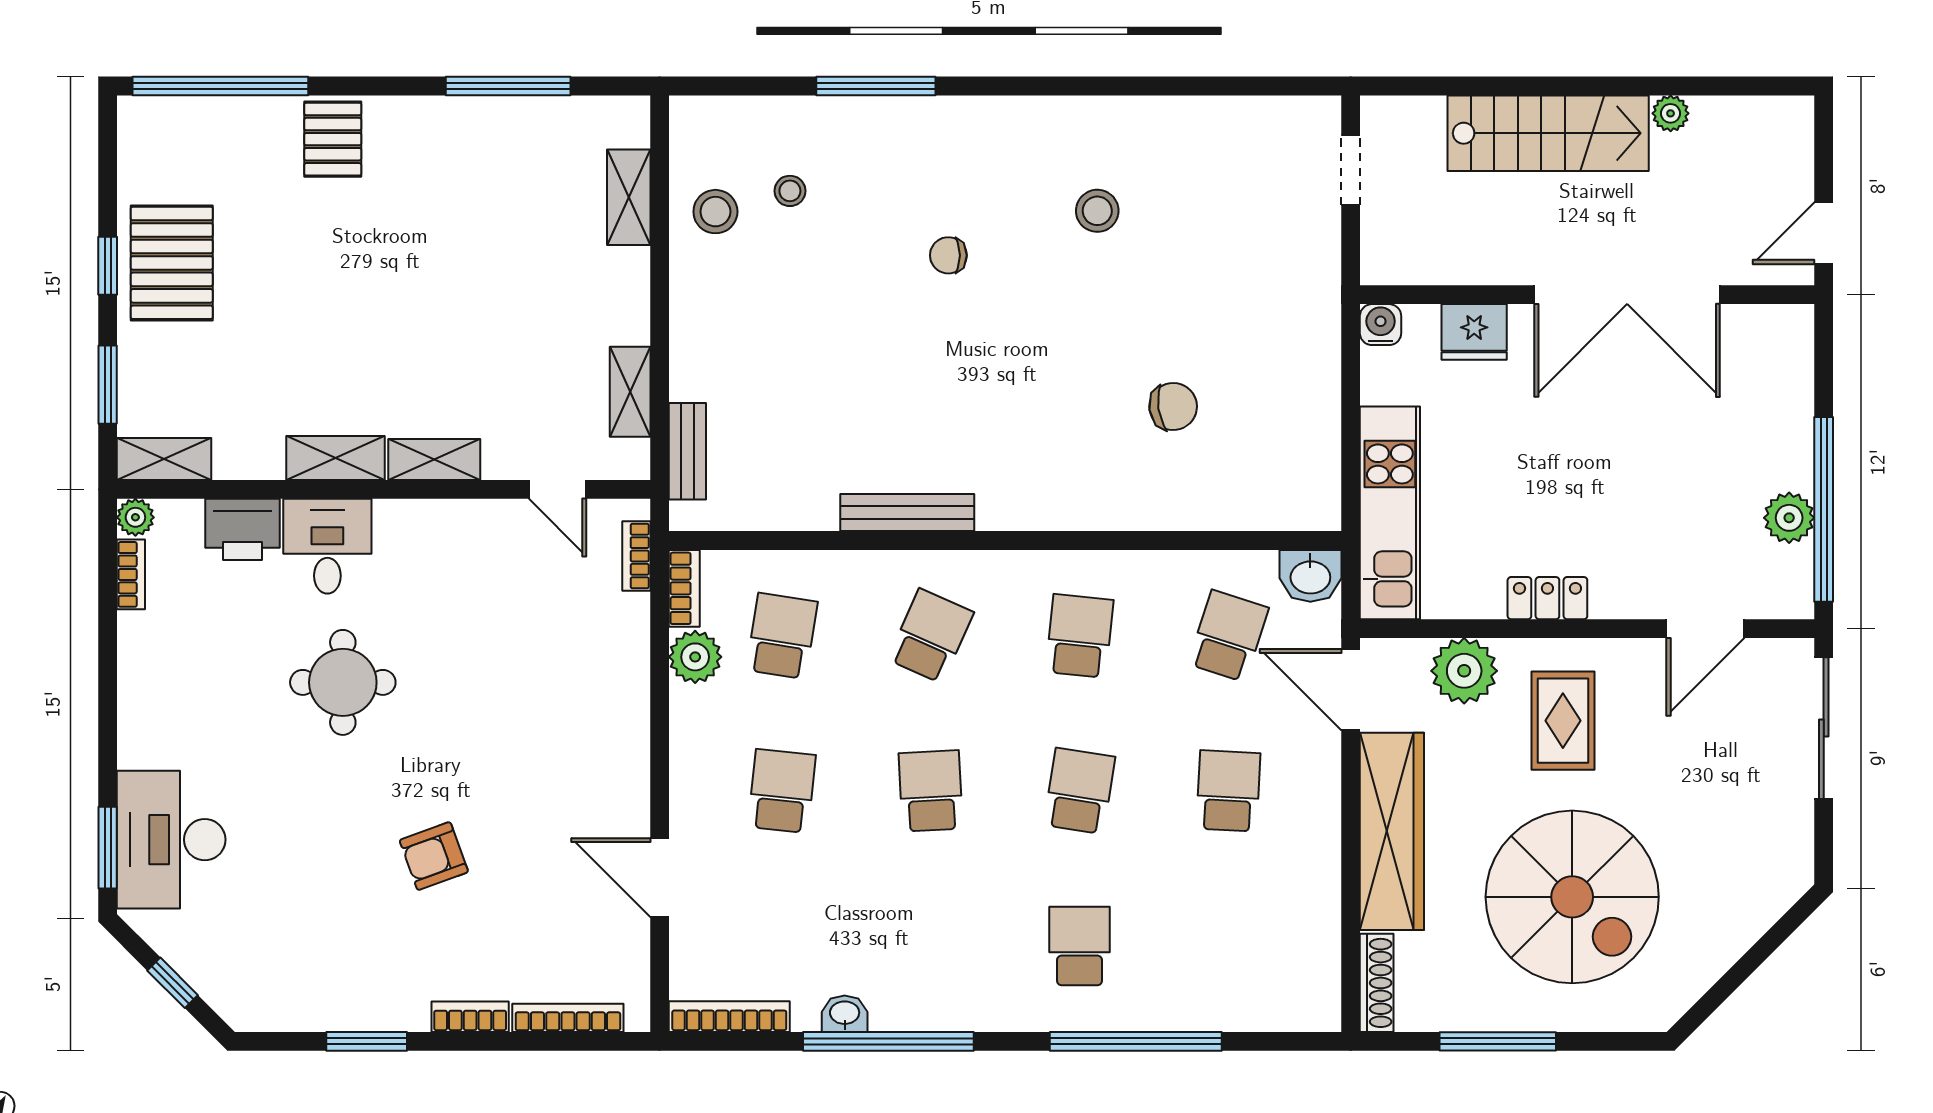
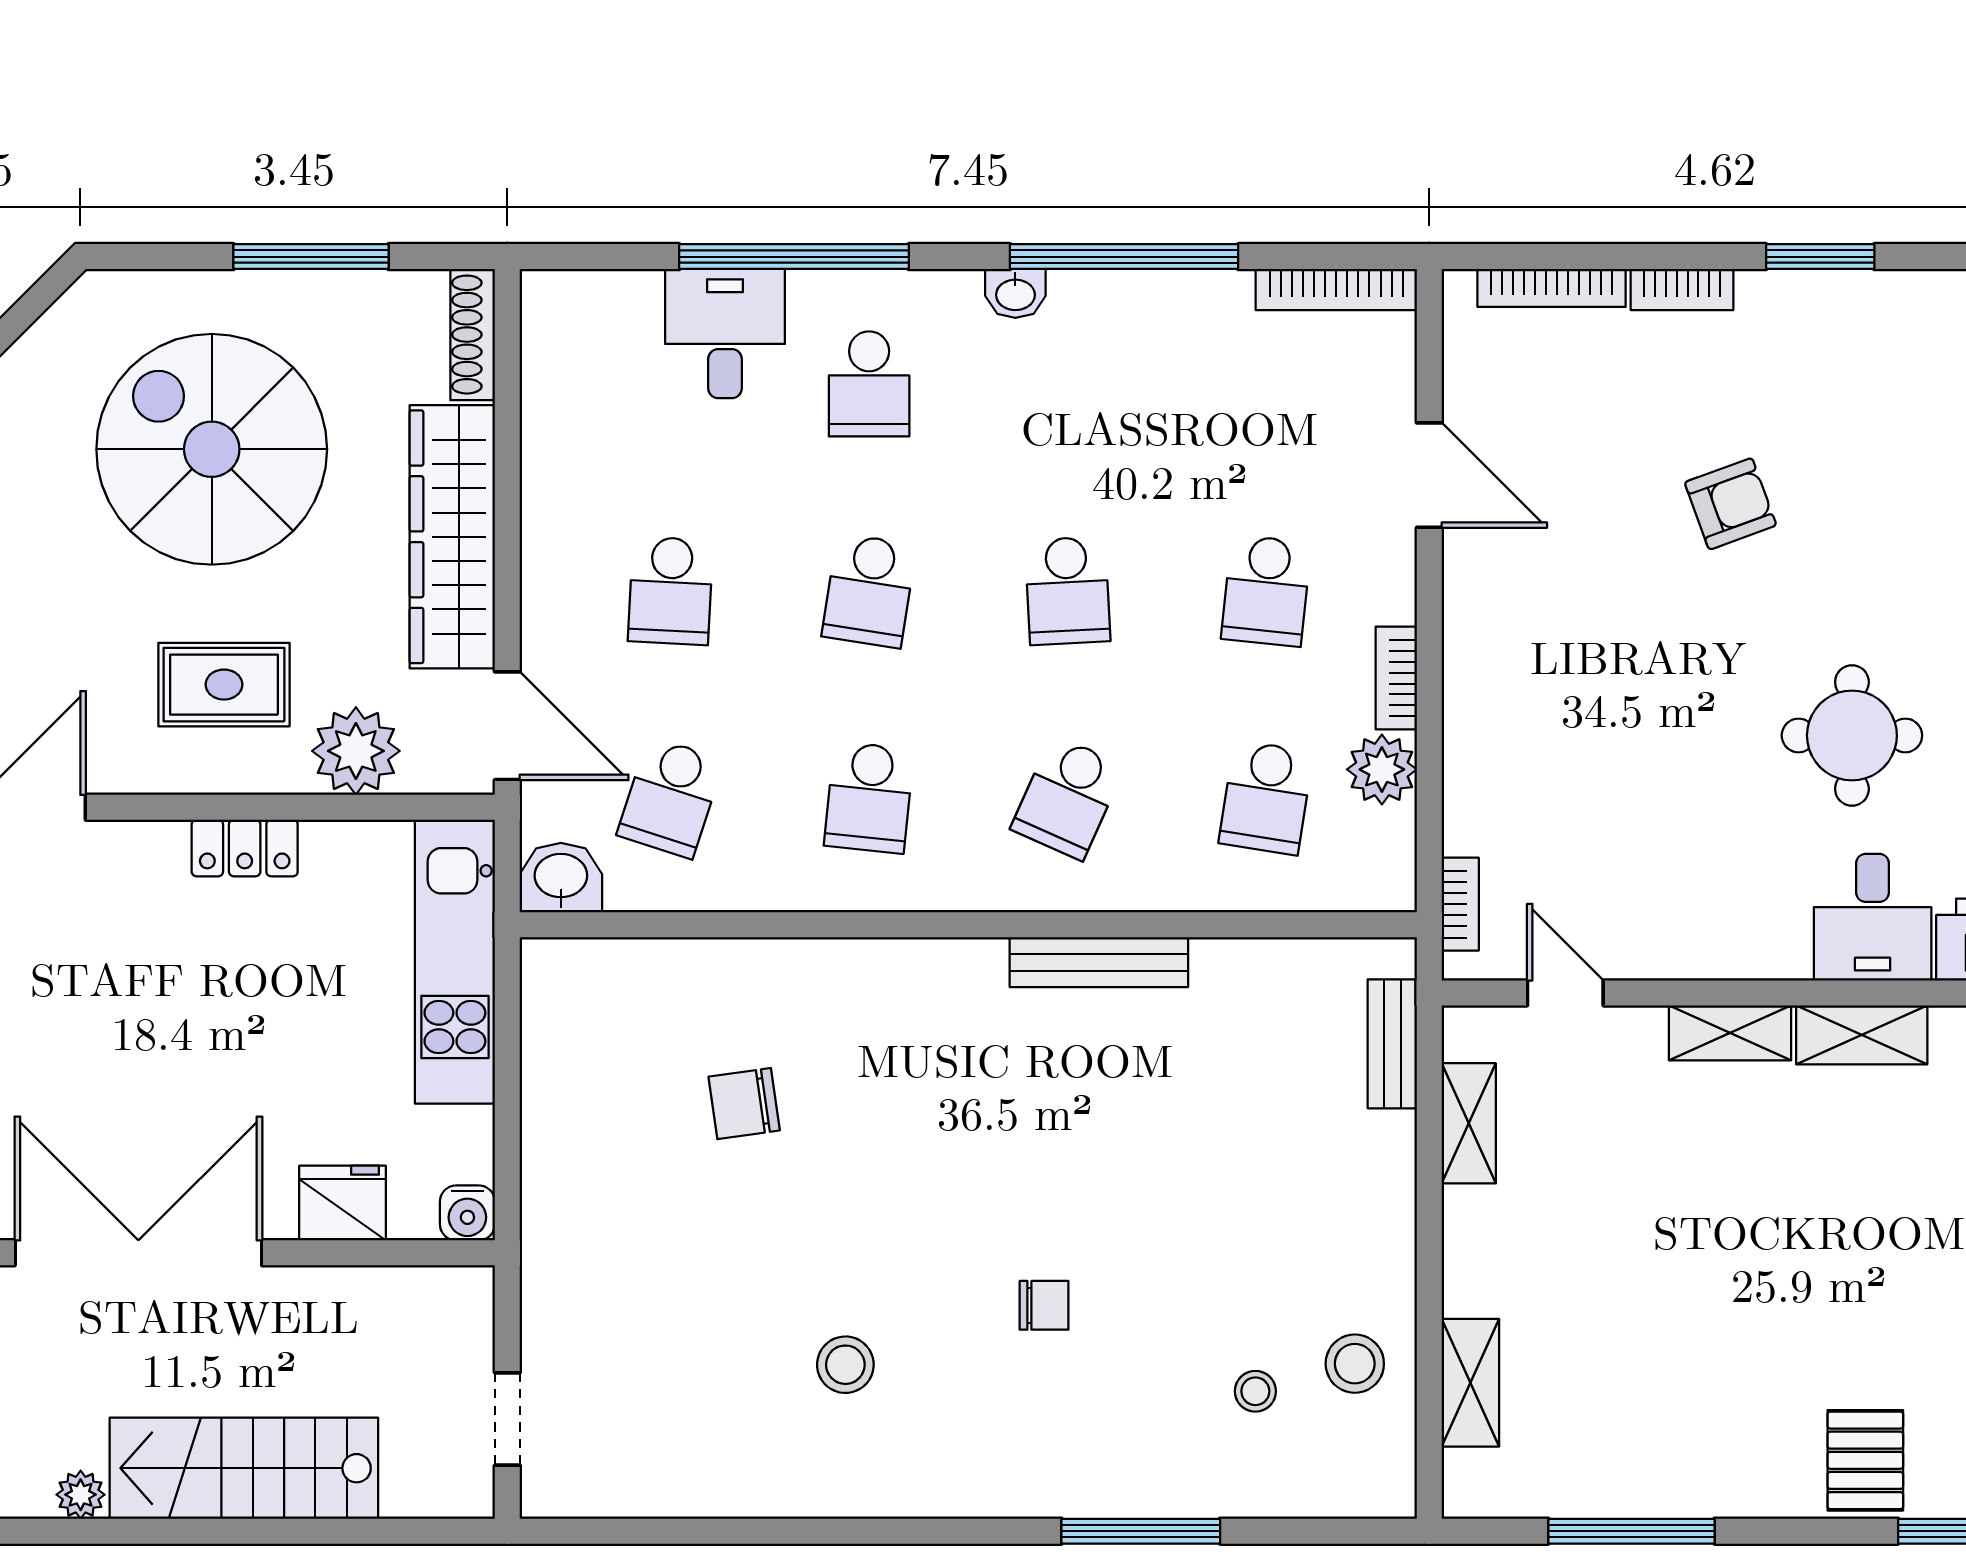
bookcase: (684, 588) -> (1396, 678), moved
rug: (1563, 721) -> (224, 685), turned 90
desk: (1187, 984) -> (725, 334), added
washbasin: (845, 1014) -> (1015, 293), moved

